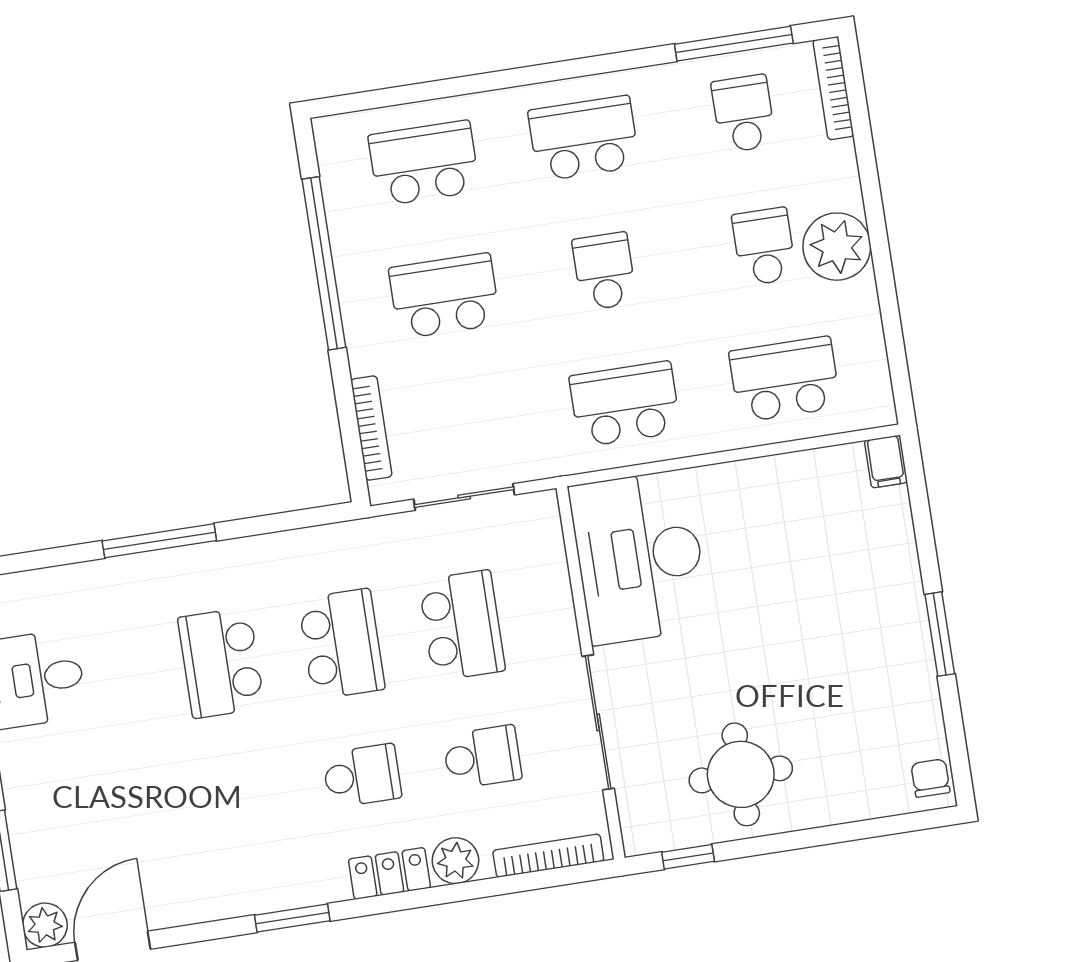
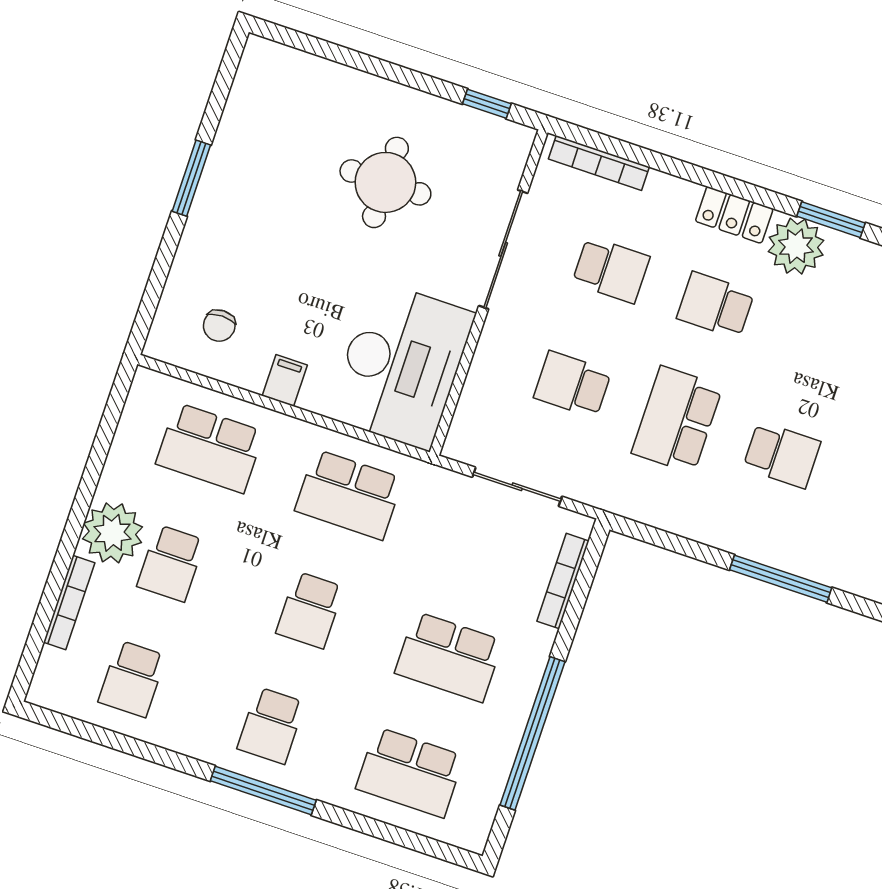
window: (734, 44) -> (263, 791), moved
bookcase: (833, 88) -> (69, 602), moved
school desk: (584, 138) -> (271, 726), width x0.54
filing cabinet: (886, 462) -> (285, 380), moved
school desk: (462, 625) -> (572, 384), width x0.54
school desk: (221, 663) -> (782, 455), width x0.54
school desk: (482, 757) -> (611, 270), turned 180
round table: (741, 774) -> (385, 182), moved
chair: (930, 778) -> (219, 326), moved
plant: (455, 861) -> (796, 246), moved, width x1.36, depth x1.36

